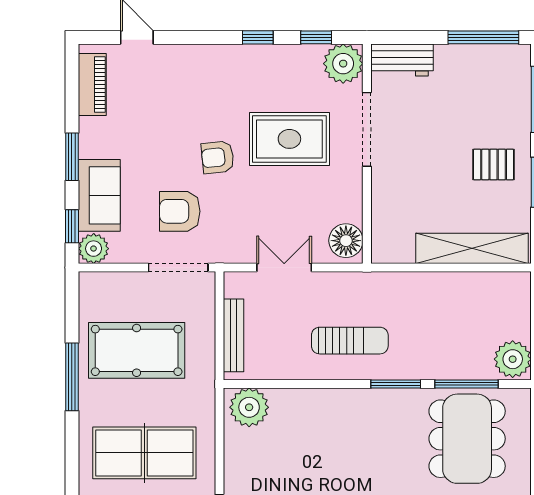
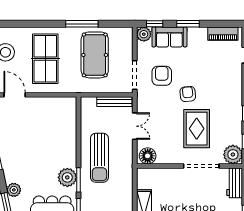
bench: (234, 335) -> (114, 102), moved
sun lounger: (350, 341) -> (99, 158), width x1.36, depth x1.34
plant: (249, 407) -> (67, 177), moved

